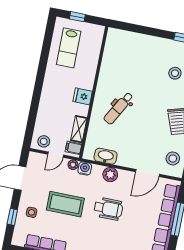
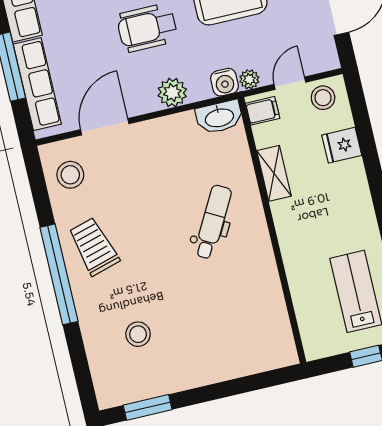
fridge: (83, 96) -> (342, 145), moved, turned 180
shelving: (79, 129) -> (274, 173), moved
washbasin: (106, 156) -> (219, 117), moved

